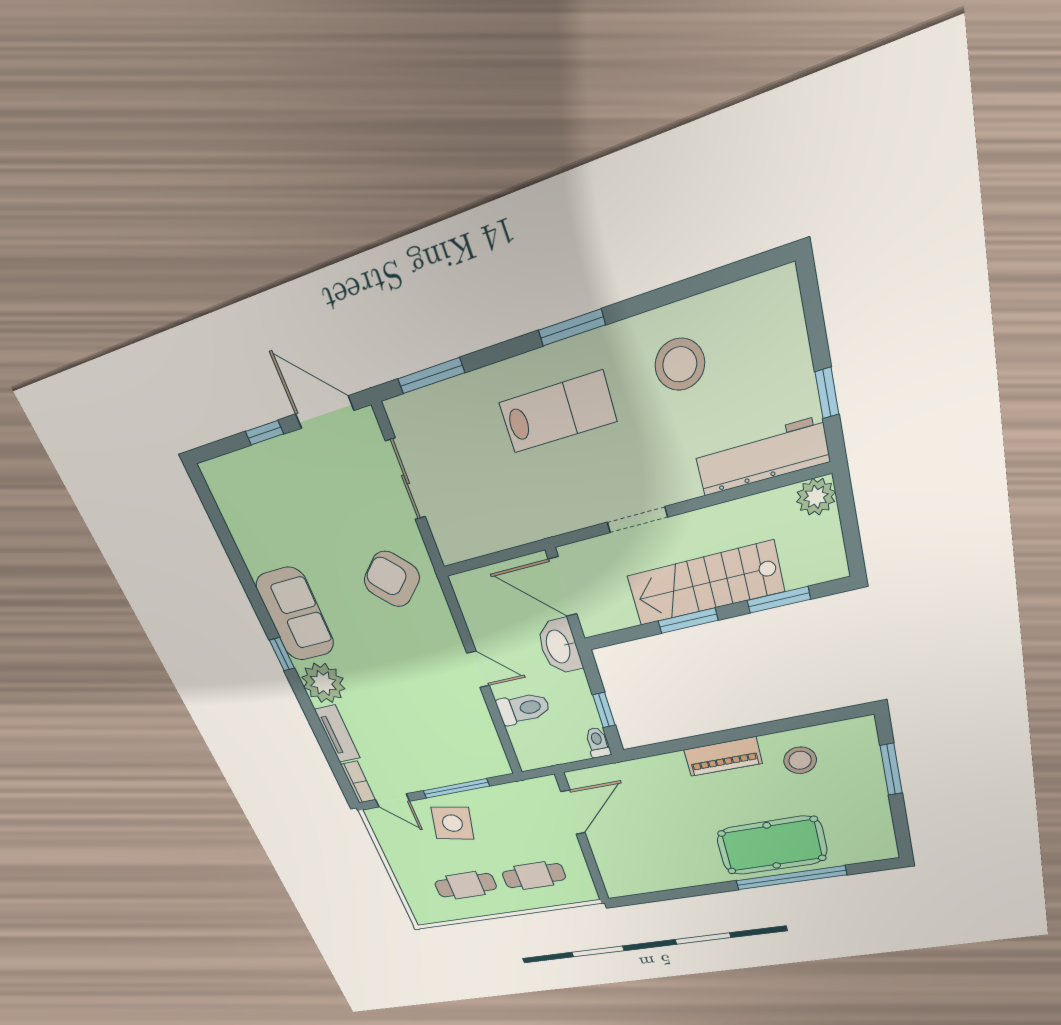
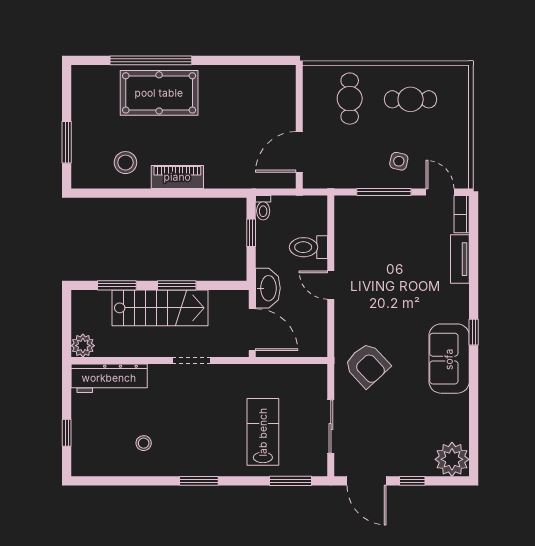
stool: (680, 364) -> (144, 443), width x0.53, depth x0.53
window: (827, 393) -> (67, 433), moved
lab bench: (558, 412) -> (263, 432), moved, turned 90
plant: (323, 683) -> (452, 459), moved
side table: (452, 823) -> (399, 161), width x0.54, depth x0.54
cafe table: (534, 876) -> (350, 99), turned 90

